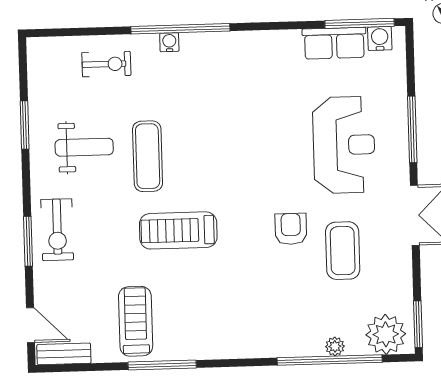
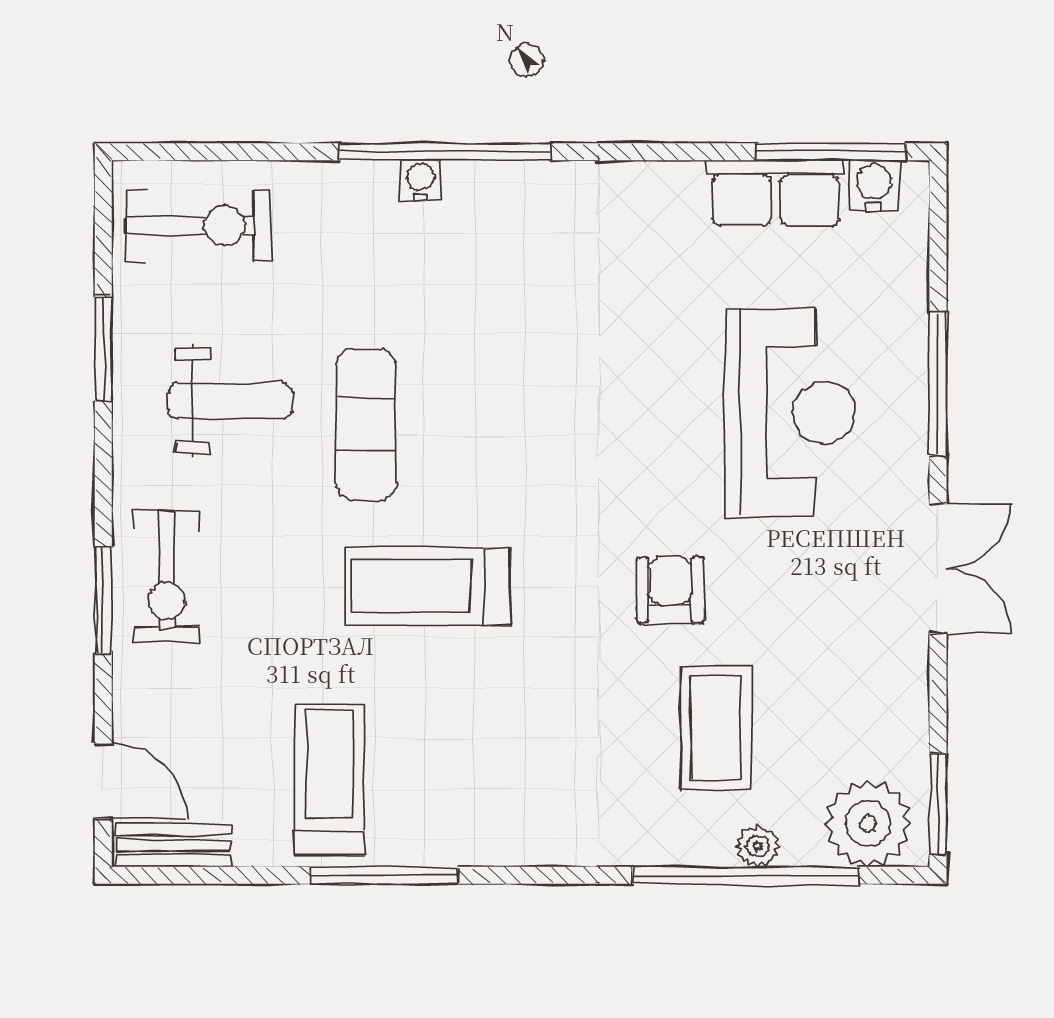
exercise bike: (106, 64) -> (198, 226), moved, width x1.38, depth x1.39
coffee table: (343, 251) -> (716, 728), moved

